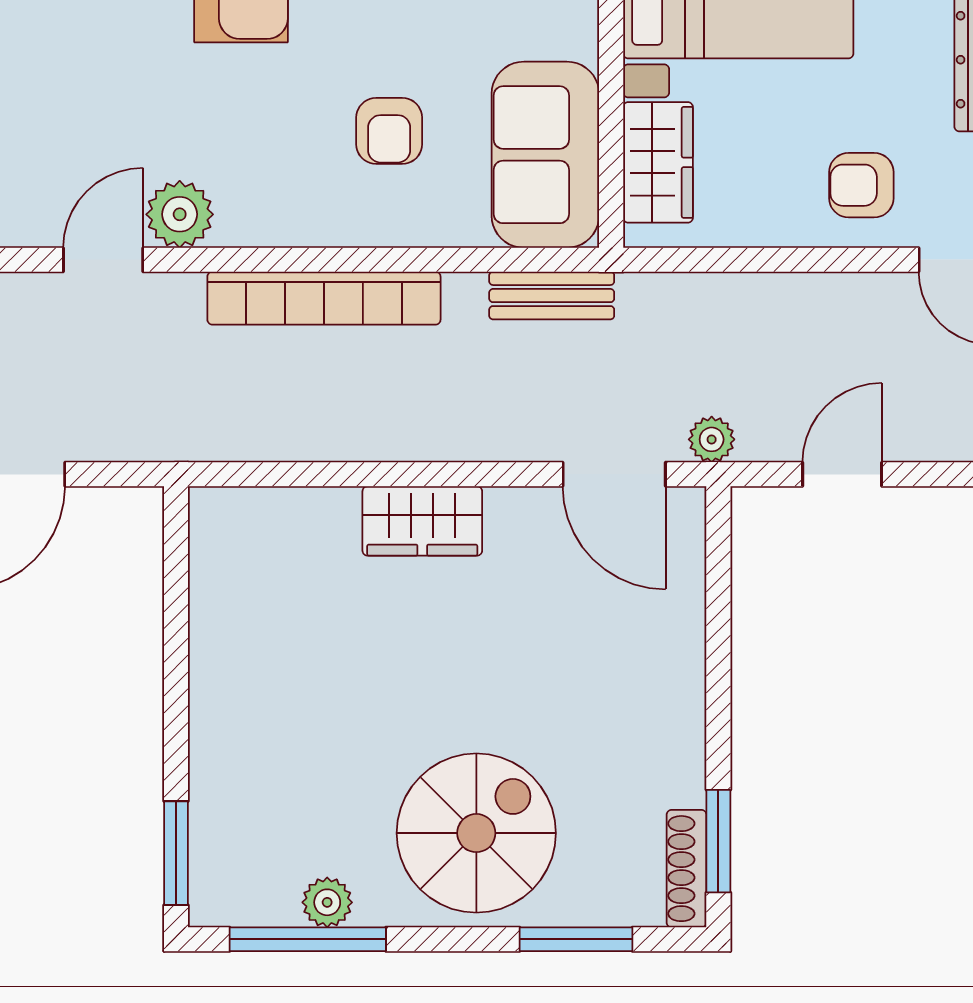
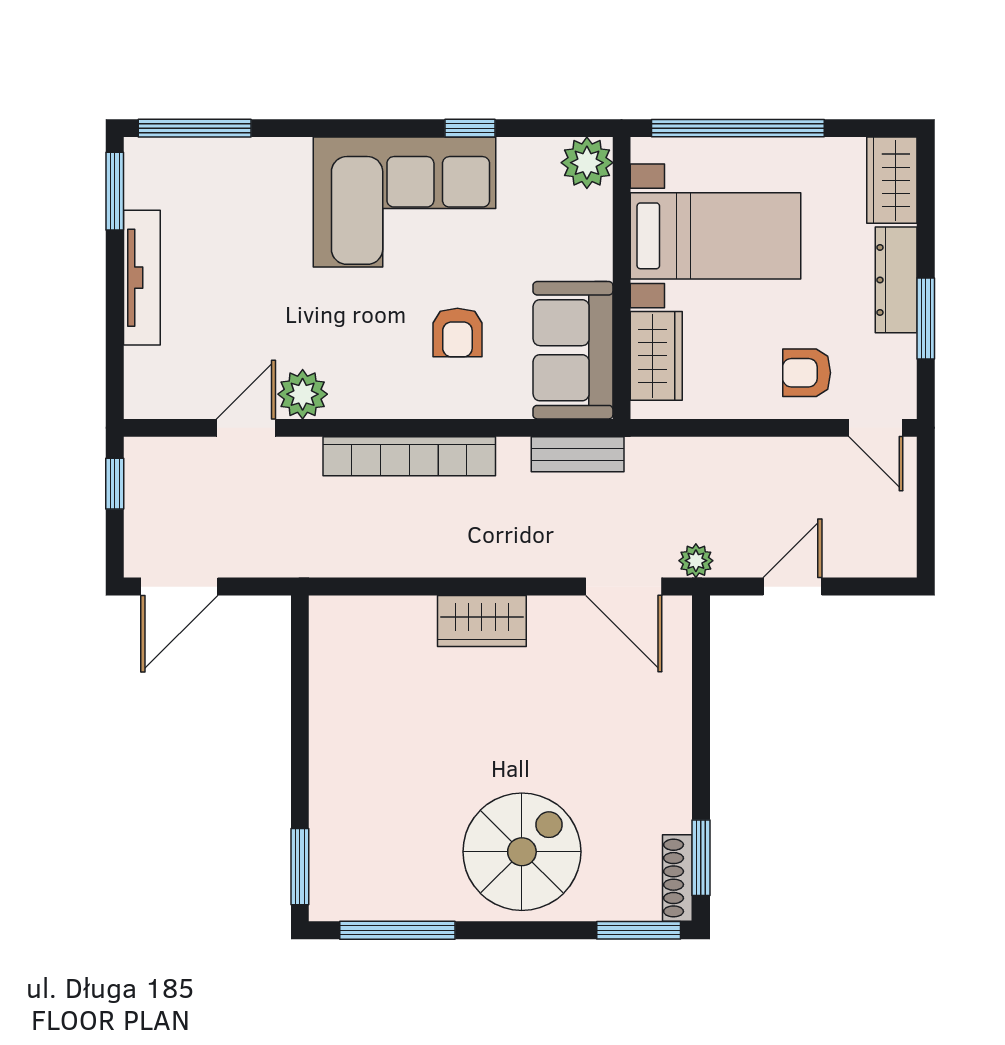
plant: (327, 902) -> (412, 903), removed
window: (576, 939) -> (639, 930), moved

